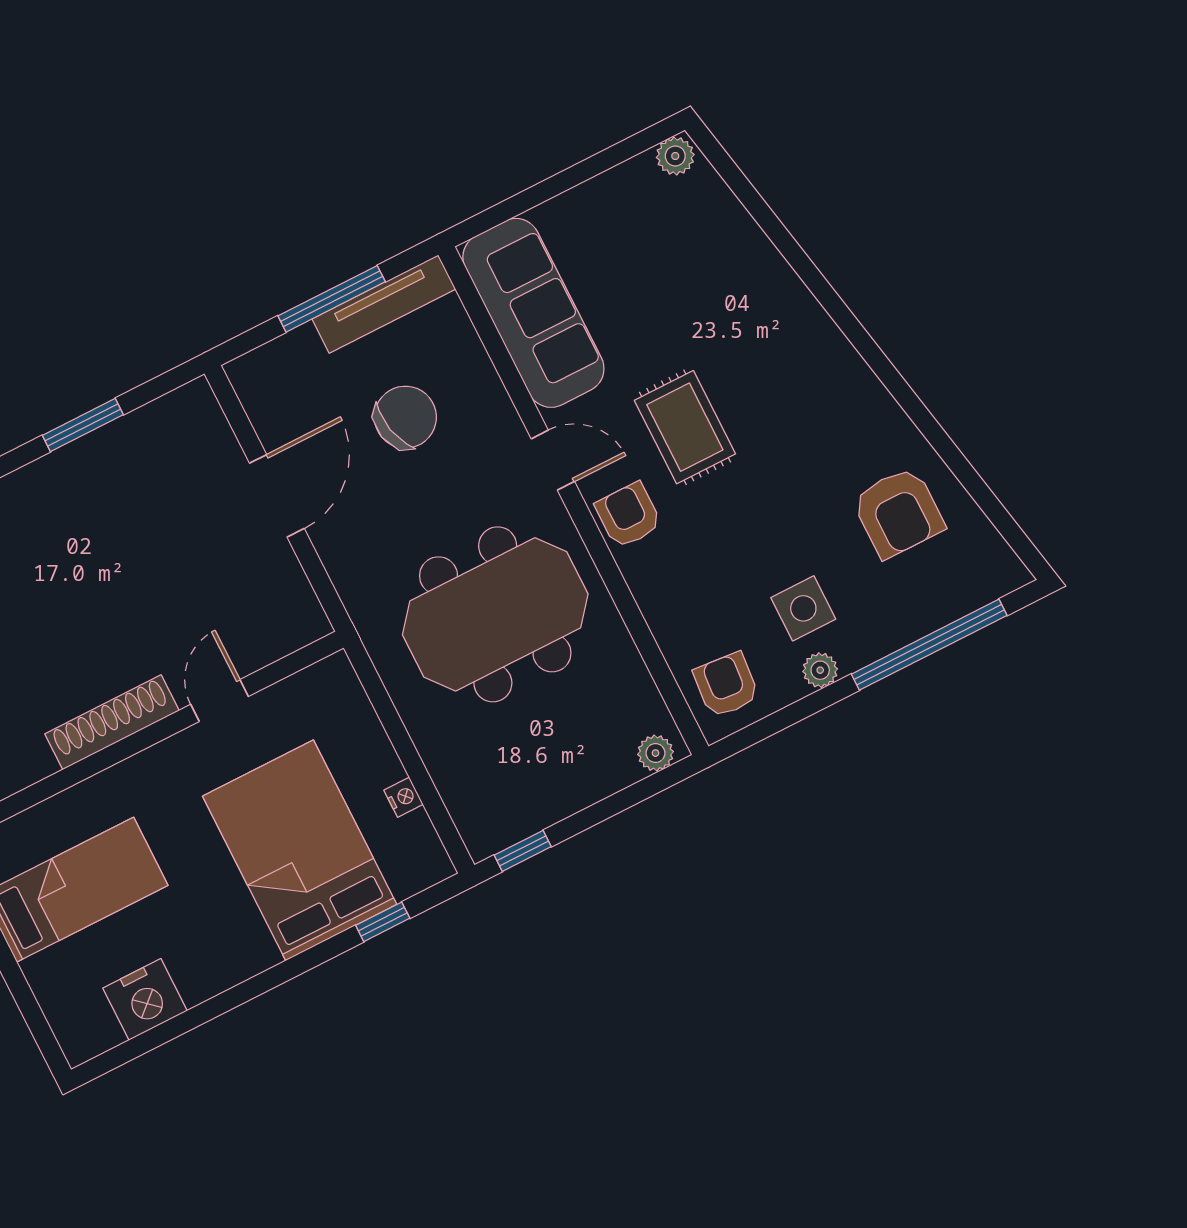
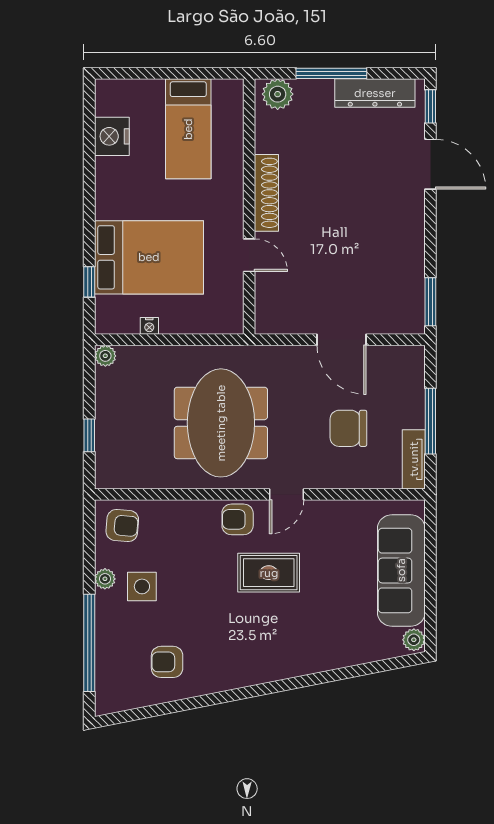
tv unit: (384, 304) -> (414, 459), width x0.71
sofa: (533, 313) -> (401, 570), moved, turned 90
chair: (405, 417) -> (348, 428), turned 103
window: (83, 425) -> (430, 302), moved
armchair: (898, 512) -> (167, 662), width x0.72, depth x0.72
armchair: (628, 515) -> (238, 519), turned 180
plant: (656, 753) -> (105, 356), moved
window: (523, 851) -> (89, 435), moved

